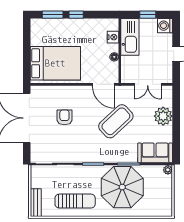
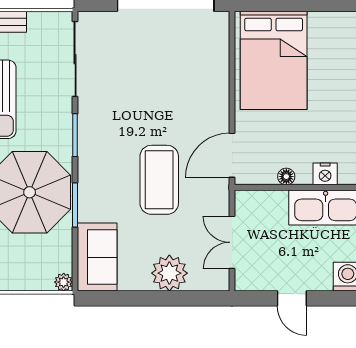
armchair: (64, 117) -> (167, 78), removed
coffee table: (116, 121) -> (159, 180), turned 43

